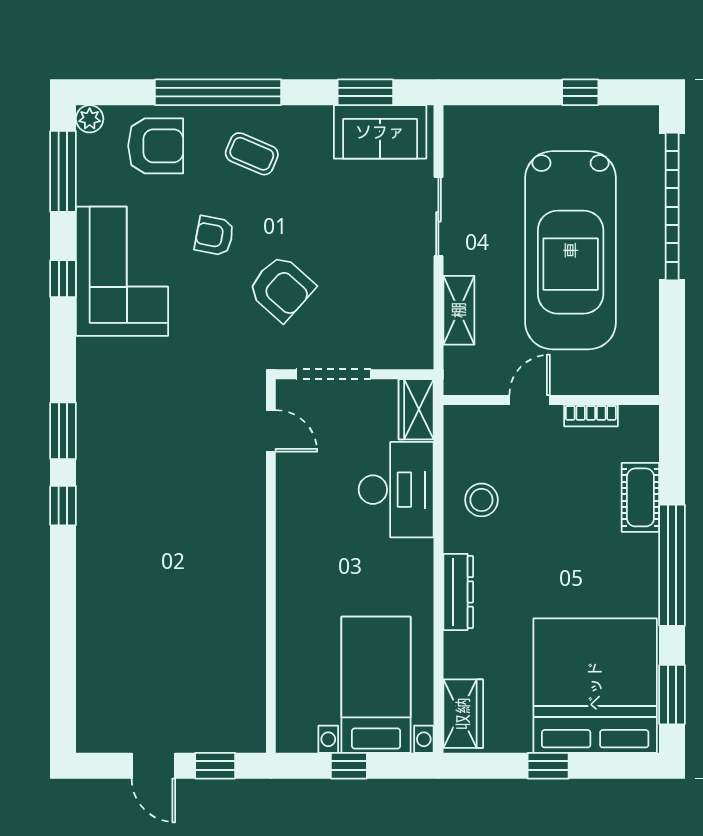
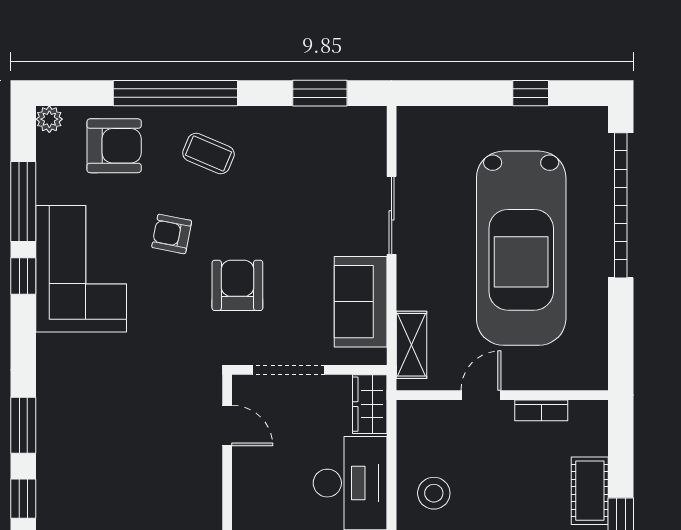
sofa: (380, 132) -> (361, 302), moved, turned 90
window: (63, 171) -> (23, 202), moved
armchair: (281, 288) -> (237, 285), turned -132
shelving: (459, 310) -> (412, 345), moved

